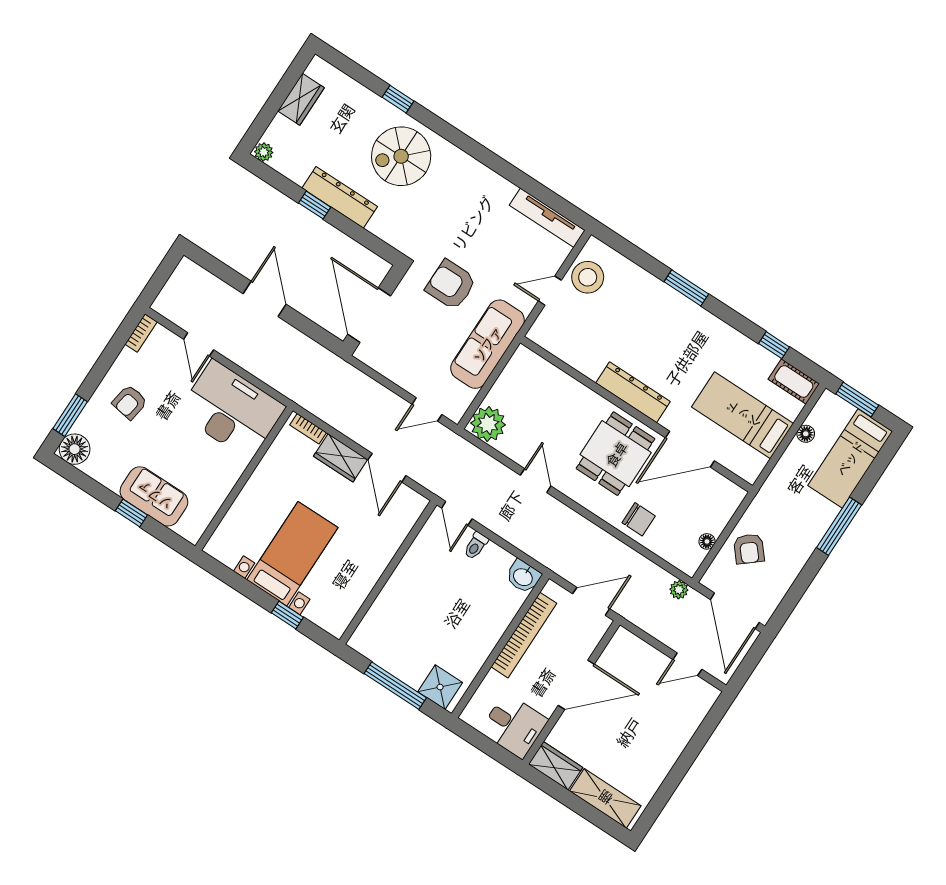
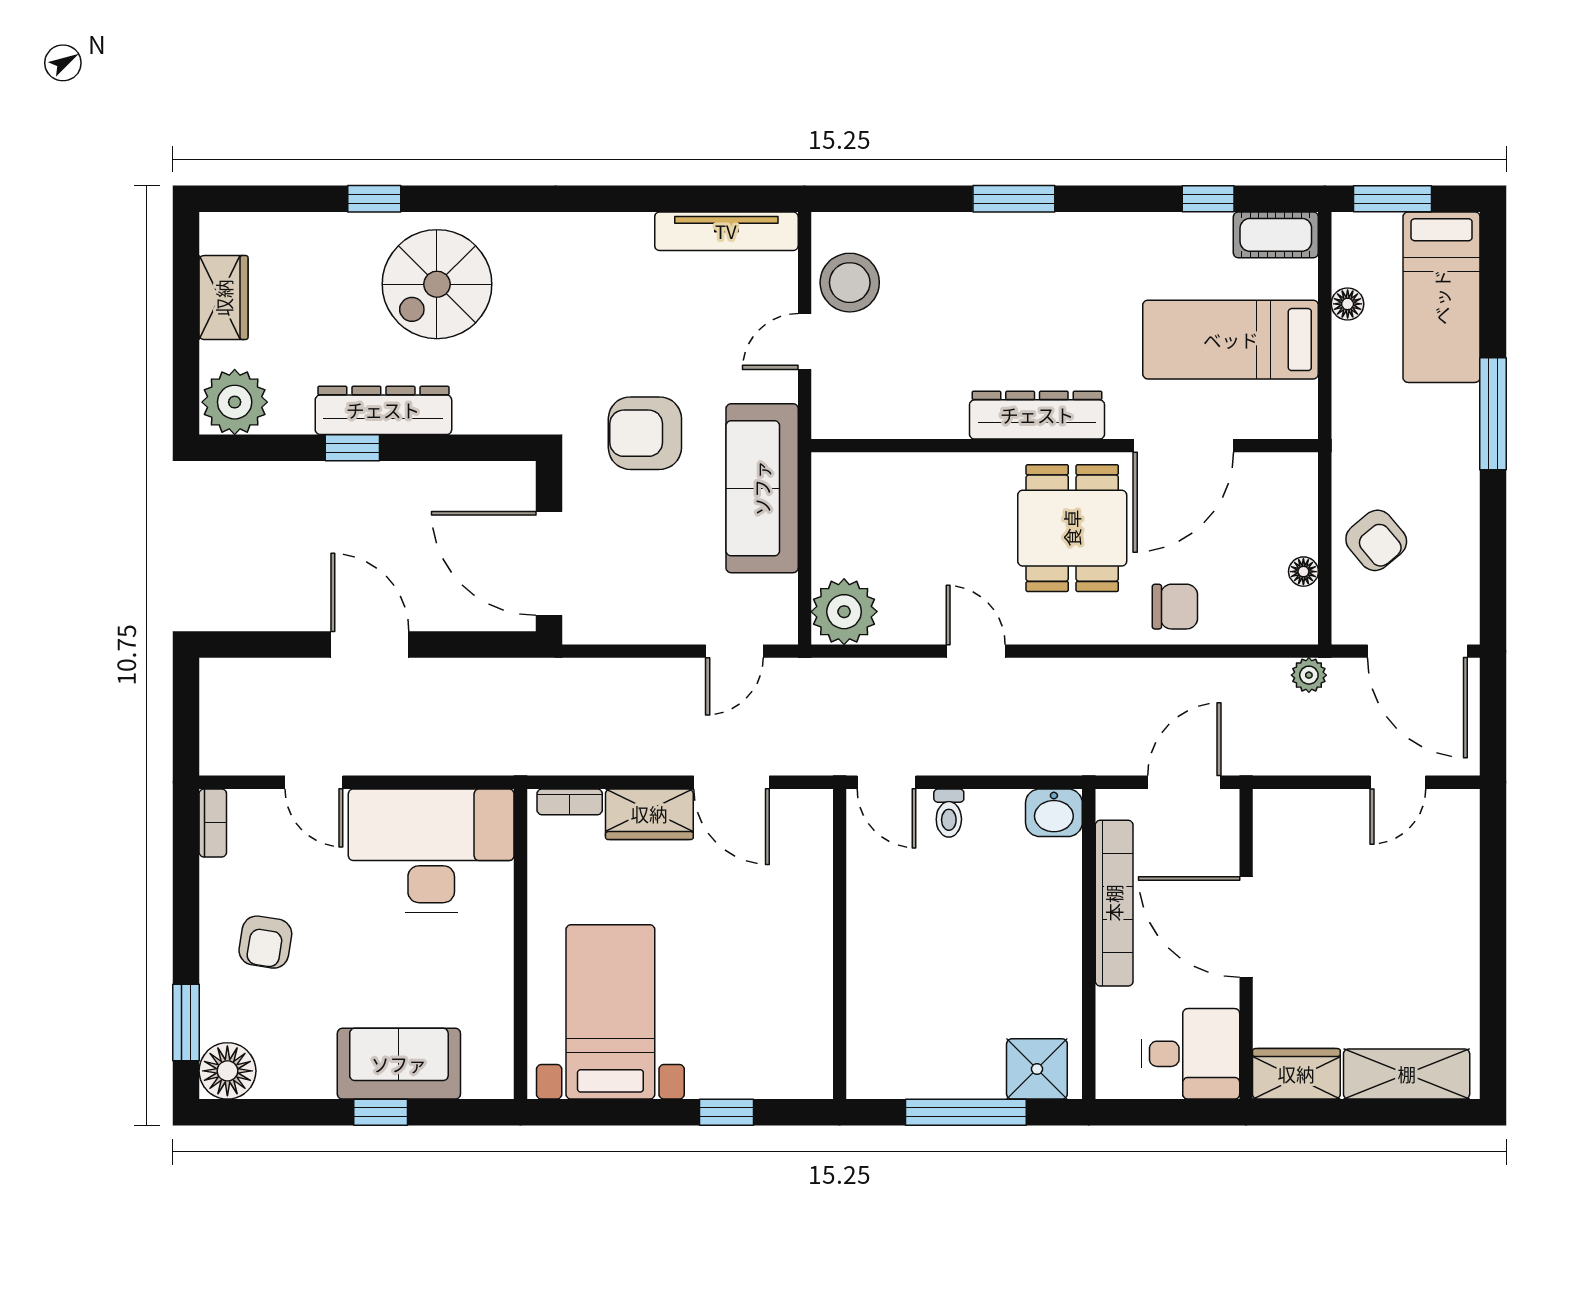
plant: (264, 152) -> (235, 402), width x1.88, depth x1.88
bed with nightstands: (292, 554) -> (610, 1012), moved
door: (576, 685) -> (1246, 927), swing flipped

